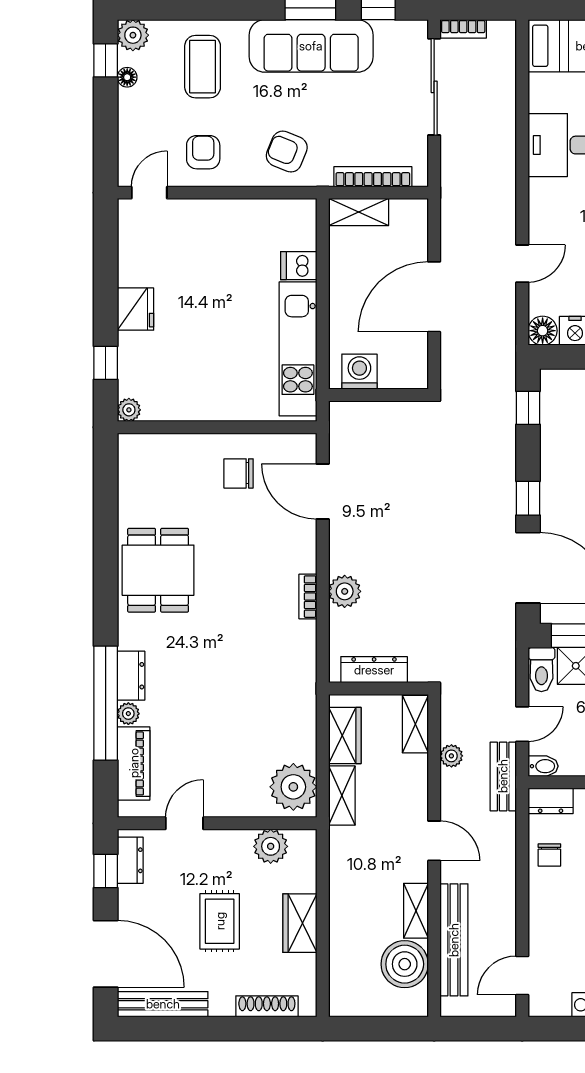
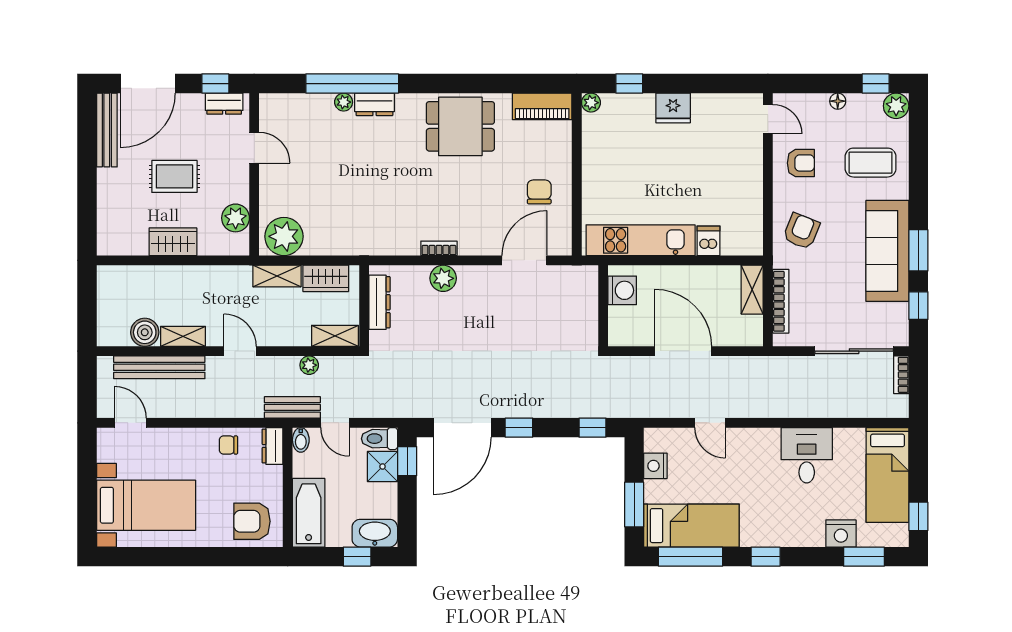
floor lamp: (127, 77) -> (838, 101), moved
floor lamp: (543, 331) -> (655, 439), removed
piano: (134, 763) -> (542, 106), moved
door: (434, 841) -> (240, 351), swing flipped
boiler: (405, 964) -> (145, 332), width x0.73, depth x0.73
shoe rack: (267, 1006) -> (105, 215), removed

